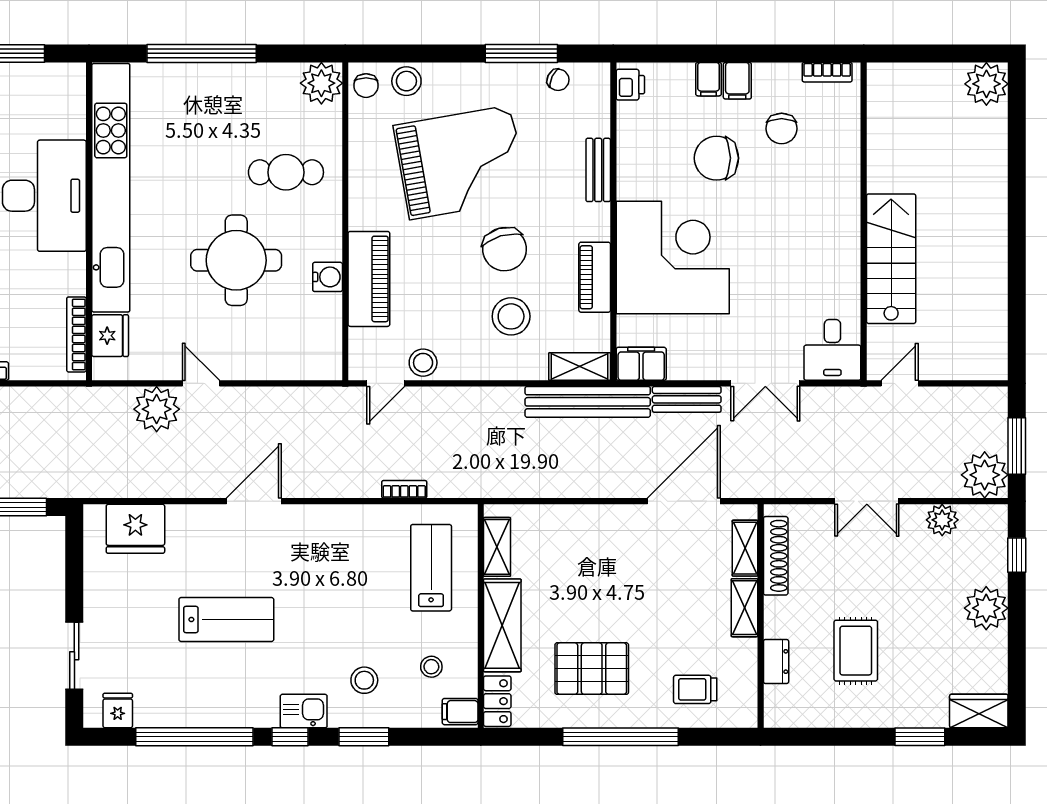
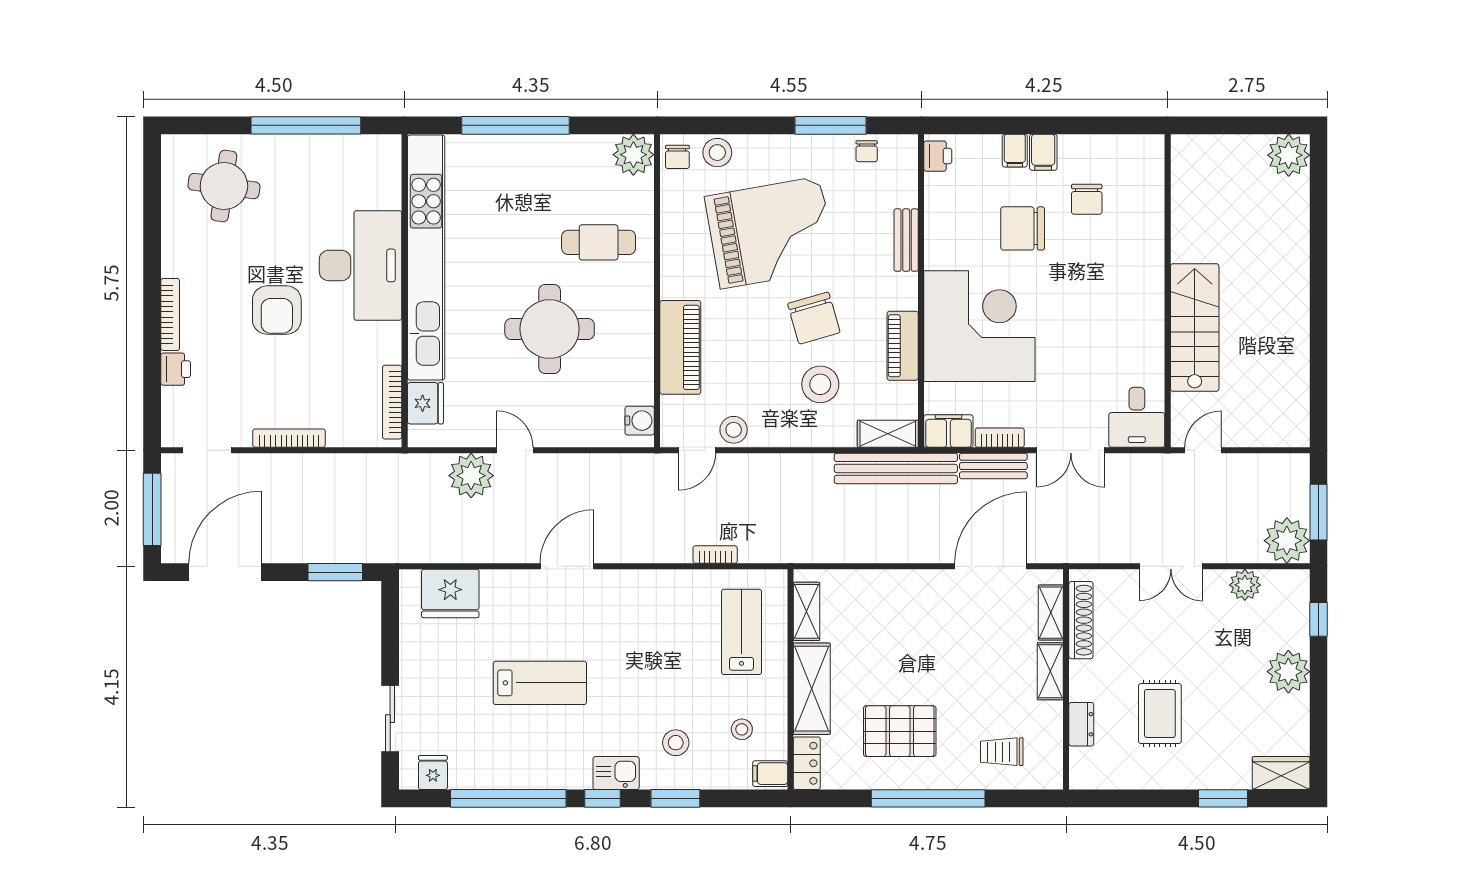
bookcase: (827, 72) -> (1000, 438), moved, turned 180
chair: (558, 80) -> (867, 151), turned 64
water cooler: (328, 277) -> (640, 421), moved

